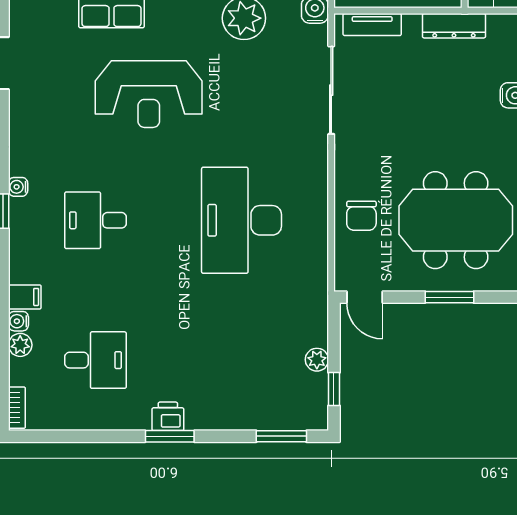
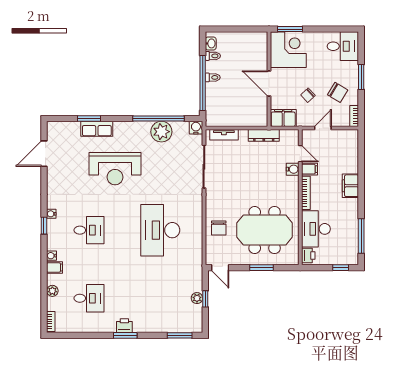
desk: (95, 220) -> (89, 230), turned 180
water cooler: (18, 321) -> (51, 256), moved
window: (334, 389) -> (205, 299), moved

